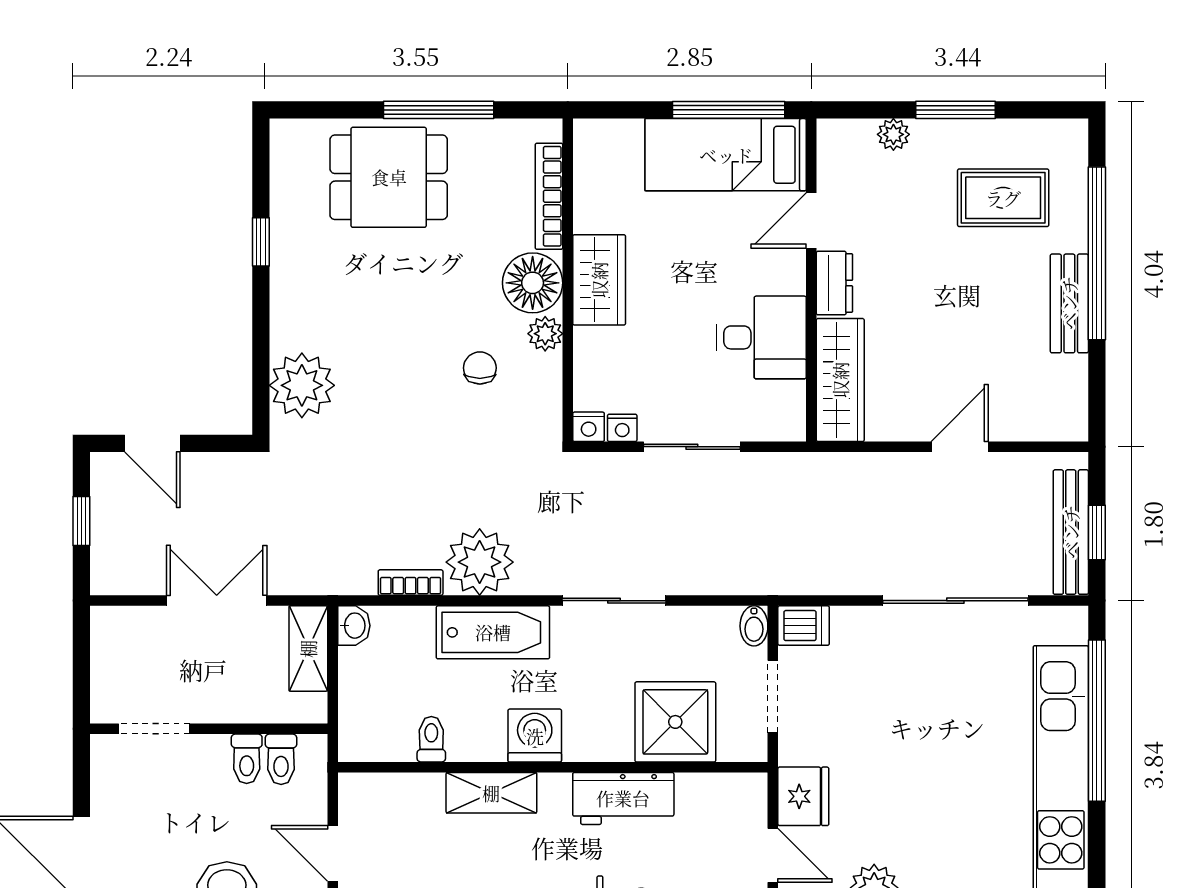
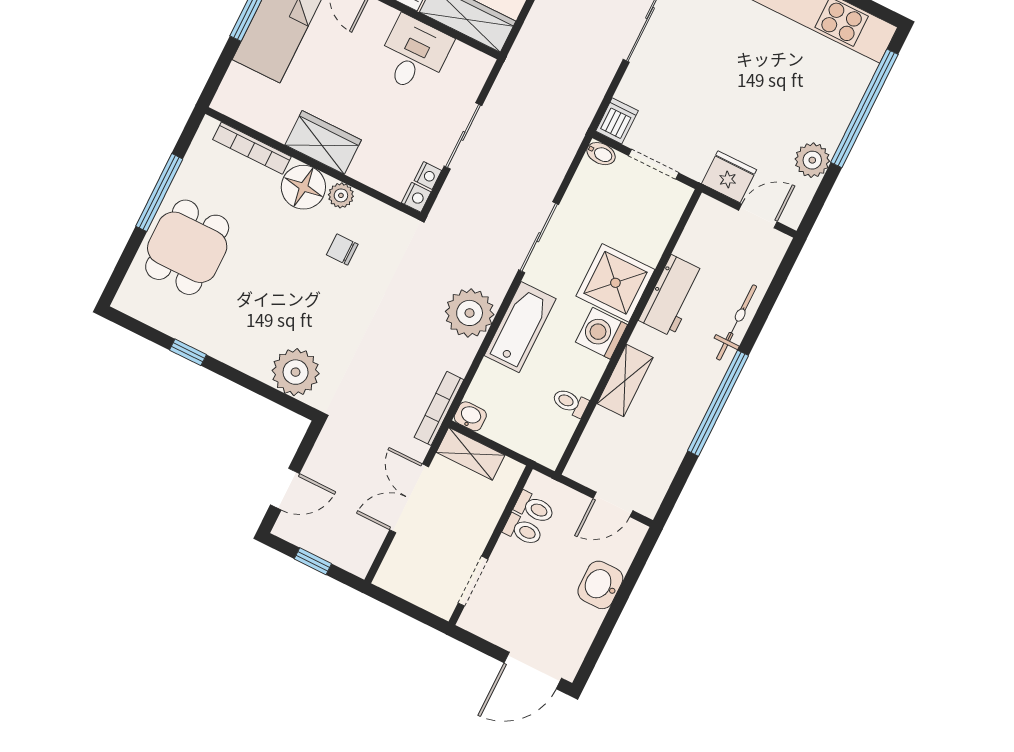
bookcase: (411, 583) -> (439, 408), moved, width x1.56
shower: (675, 722) -> (615, 283), moved

